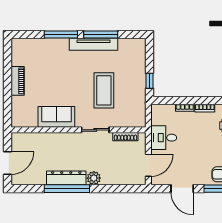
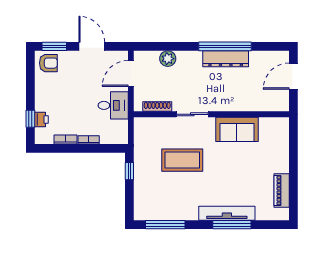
window: (101, 34) -> (165, 225), moved
tv unit: (93, 44) -> (227, 213), moved
piano: (18, 81) -> (282, 190), moved
coffee table: (104, 90) -> (182, 160), turned 90
plant: (94, 178) -> (168, 59), moved

